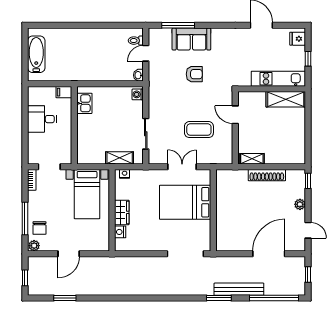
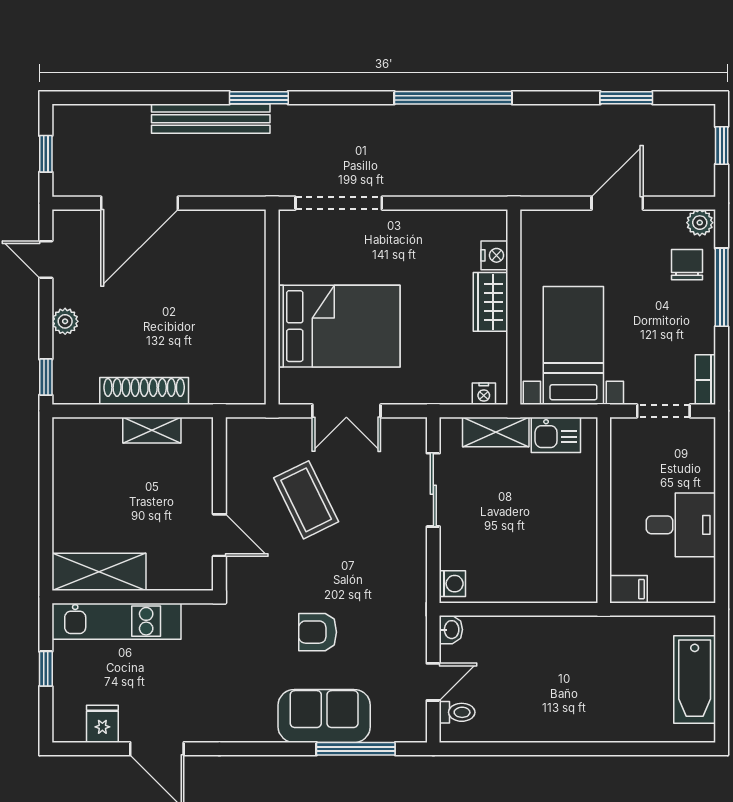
fridge: (298, 39) -> (102, 724), moved, turned -90
kitchen sink: (84, 103) -> (556, 435), moved, turned -90
coffee table: (199, 130) -> (306, 500), turned 64
shelving: (252, 159) -> (152, 430), moved
window: (274, 298) -> (453, 98), moved

